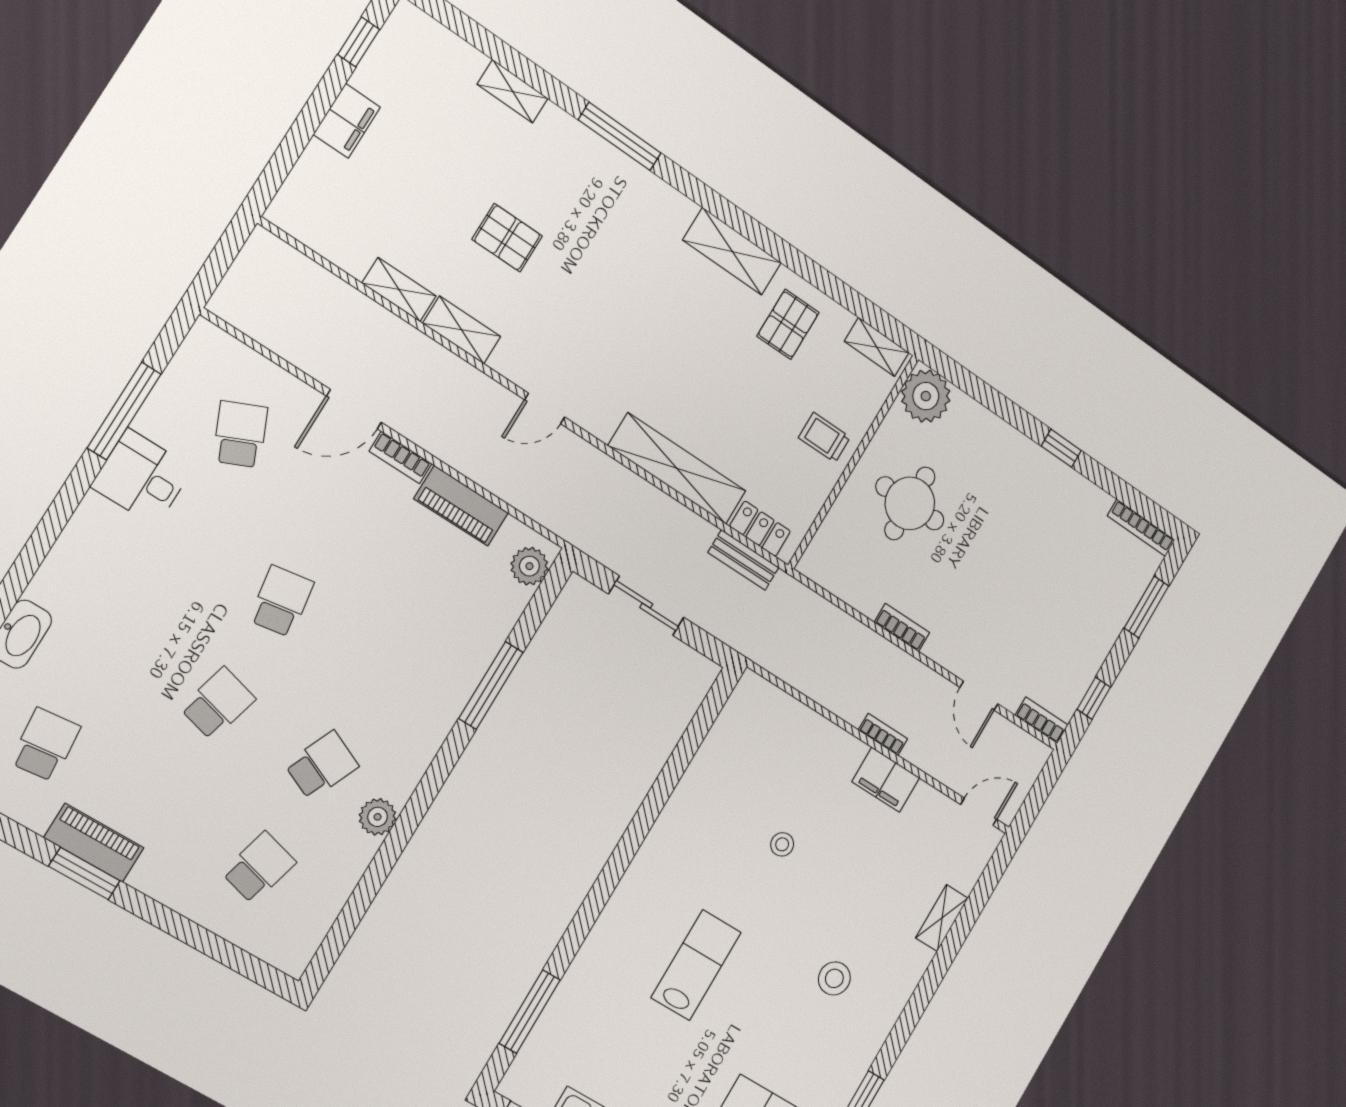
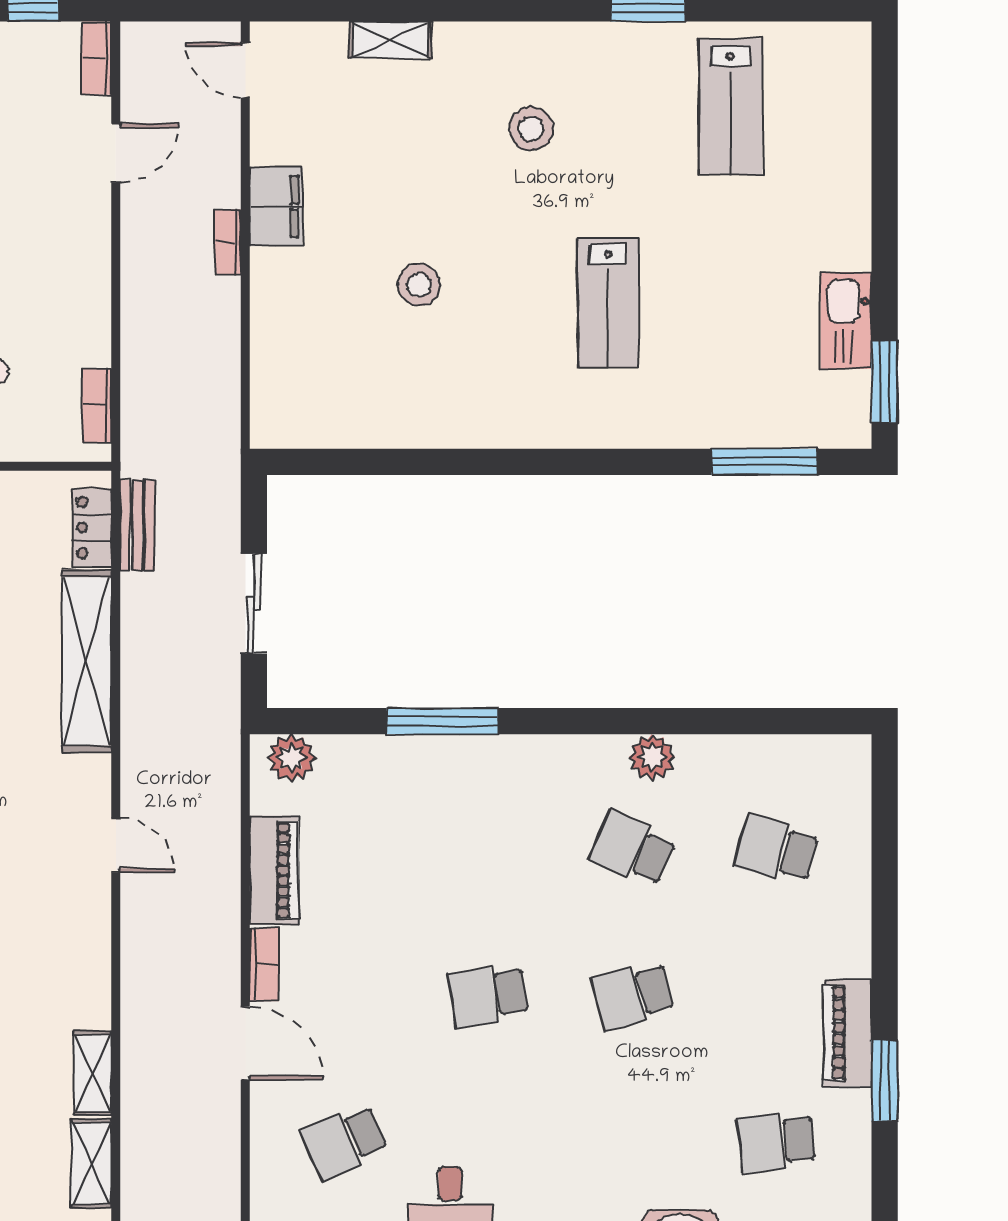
shelving: (462, 330) -> (91, 1163), moved
bookcase: (902, 627) -> (97, 405), moved
school desk: (218, 704) -> (633, 995), turned -30
stool: (782, 844) -> (419, 285), width x1.37, depth x1.37
window: (84, 874) -> (885, 1081), moved
lab bench: (696, 965) -> (608, 303), turned -90

